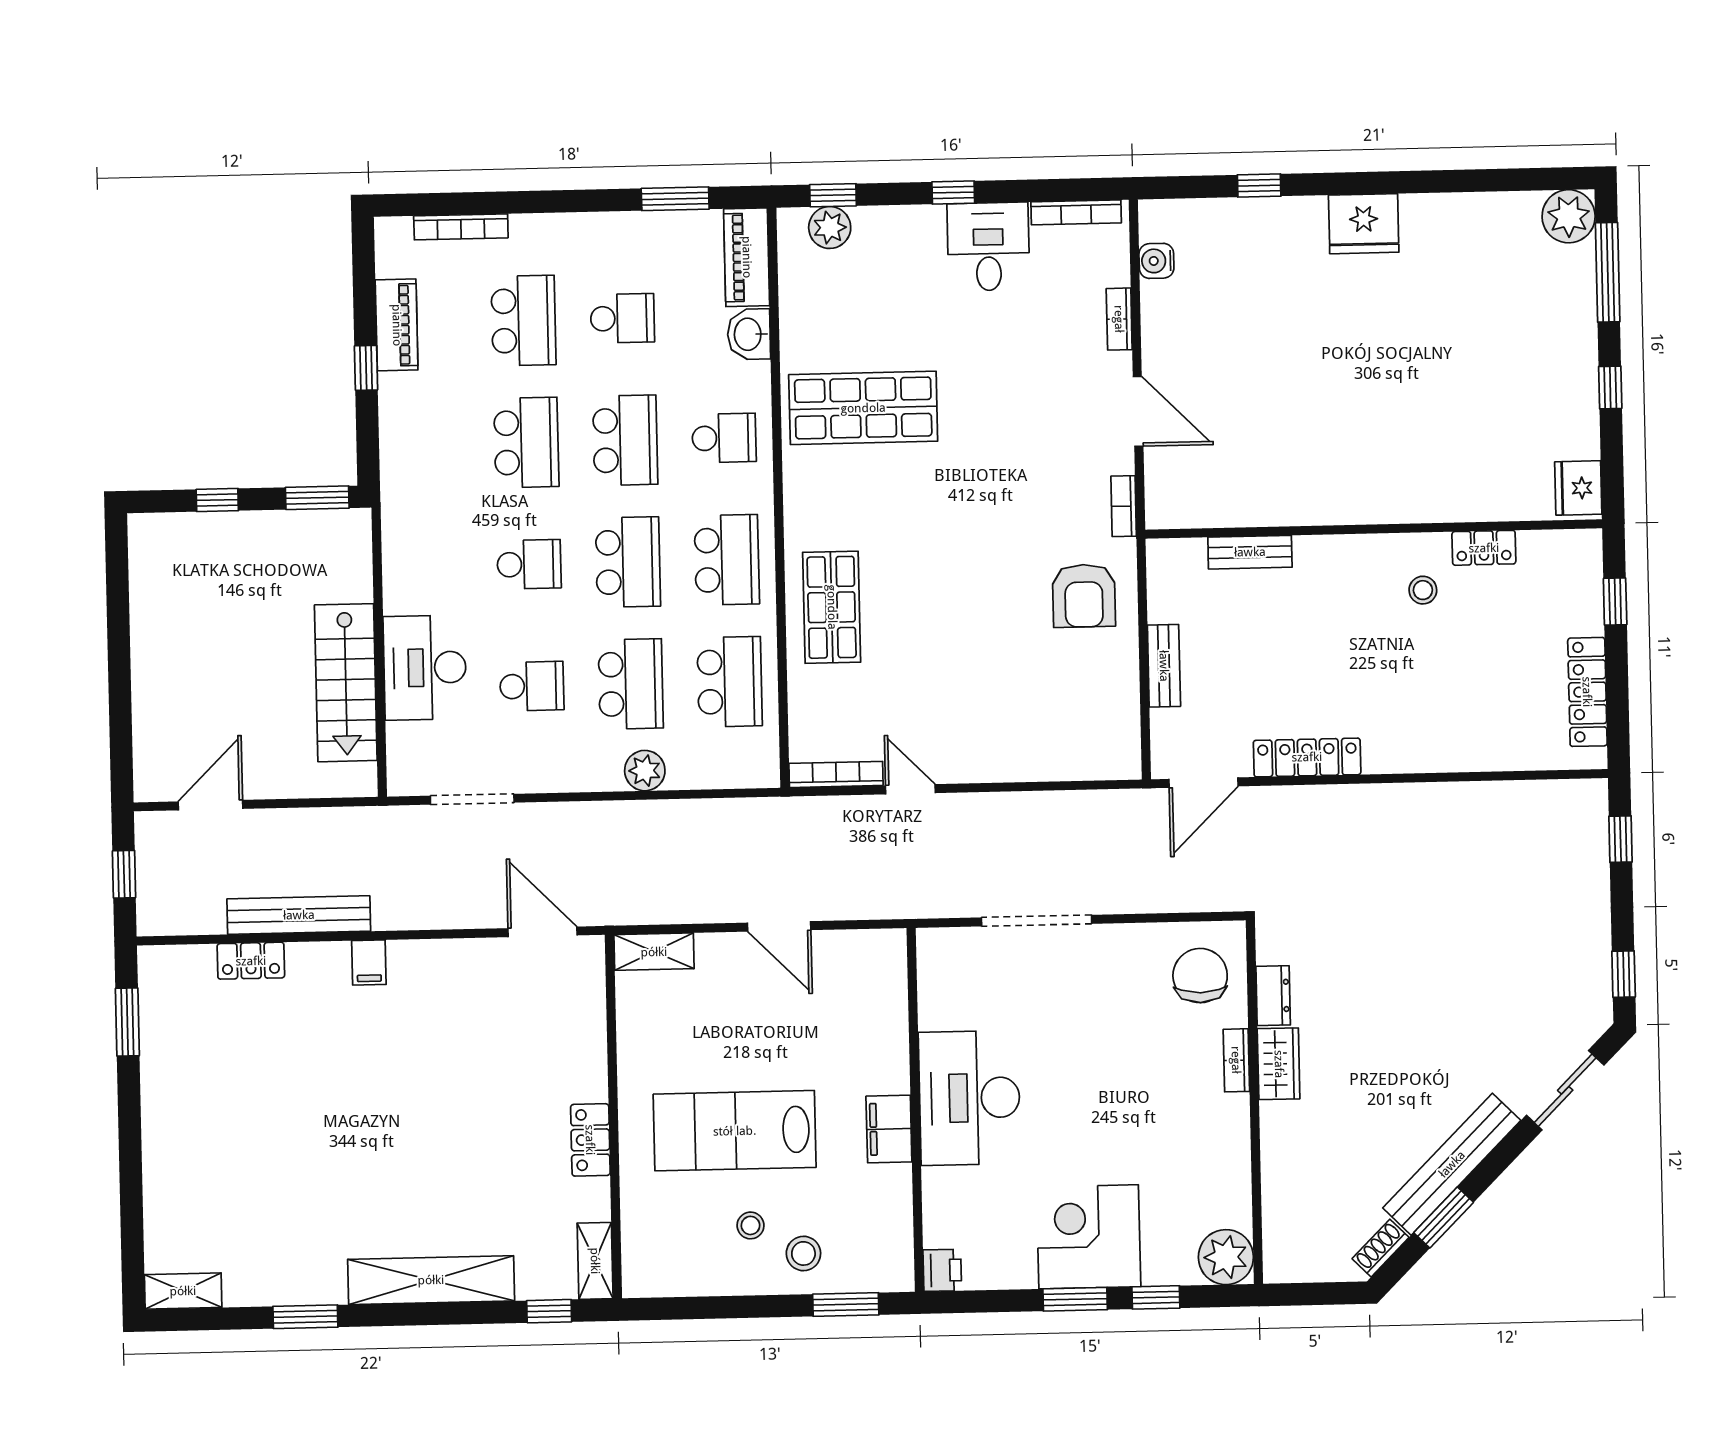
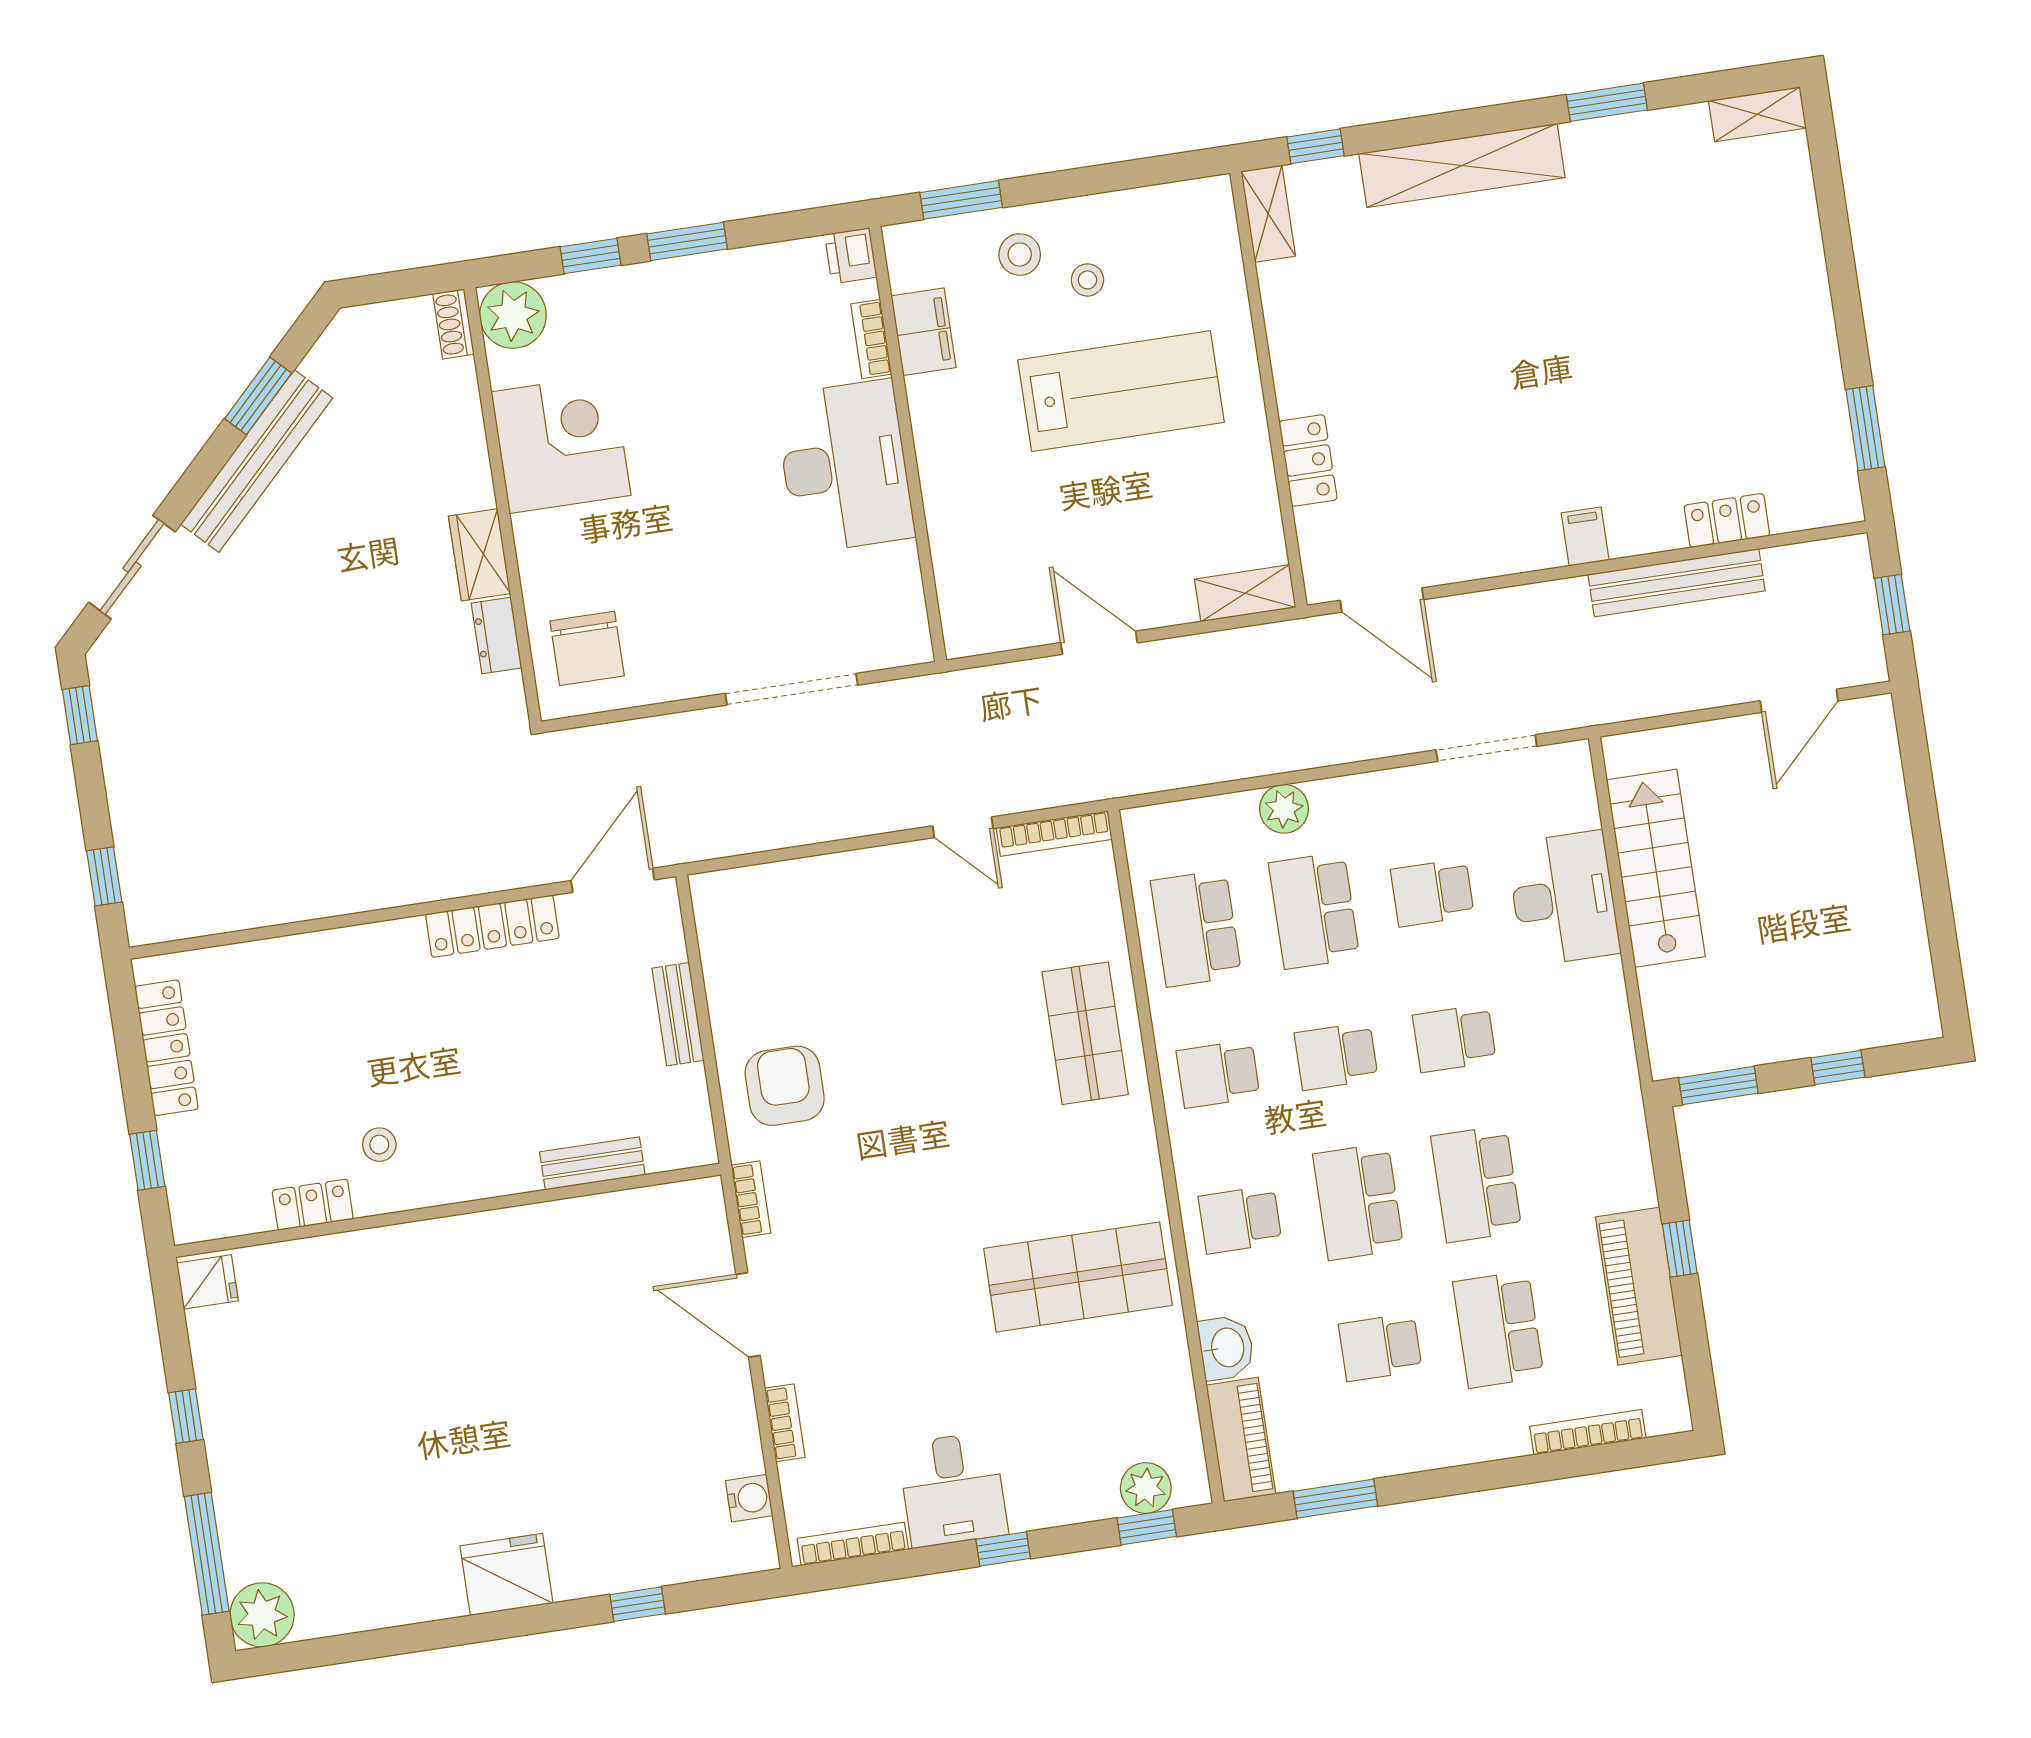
piano: (397, 325) -> (1639, 1286), width x1.37, depth x1.33
fridge: (1578, 488) -> (207, 1282), width x0.72
school desk: (727, 560) -> (1218, 1074), width x0.54
school desk: (628, 562) -> (1336, 1056), width x0.54
bookcase: (1236, 1060) -> (871, 339), moved, turned 180
filing cabinet: (889, 1129) -> (923, 332), moved
locker: (590, 1140) -> (1308, 460), moved
corner desk: (1089, 1237) -> (561, 444), moved, turned -90
shoe rack: (1380, 1248) -> (453, 324), moved, turned 135

